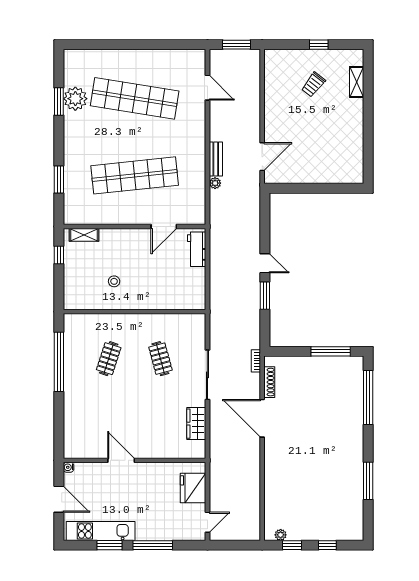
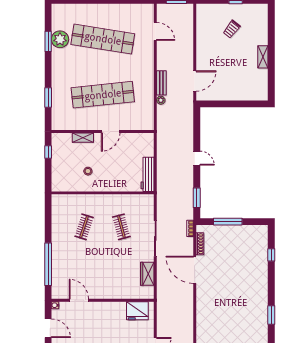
shelving: (357, 82) -> (263, 57), moved
door: (164, 227) -> (111, 132), moved
shelving: (84, 235) -> (83, 138), moved
workbench: (197, 249) -> (148, 174), moved, width x1.38
window: (265, 296) -> (197, 198), moved
window: (331, 351) -> (228, 222), moved
window: (59, 362) -> (48, 264), moved
window: (368, 398) -> (271, 255), width x0.32
door: (121, 460) -> (79, 300), moved
window: (368, 481) -> (271, 315), width x0.69
fridge: (193, 488) -> (137, 311), moved, turned -90

